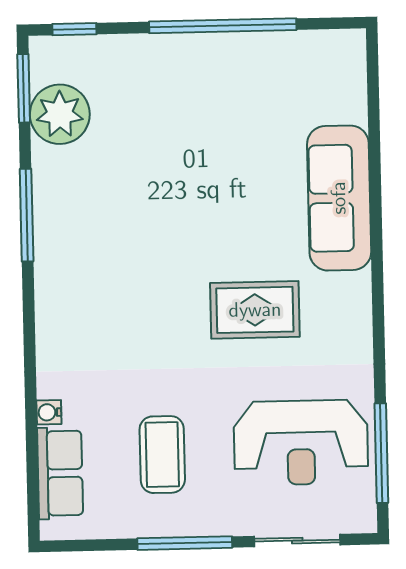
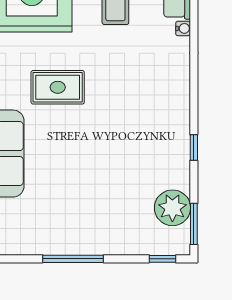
window: (223, 26) -> (73, 259), width x0.68
window: (27, 215) -> (194, 148), width x0.46

